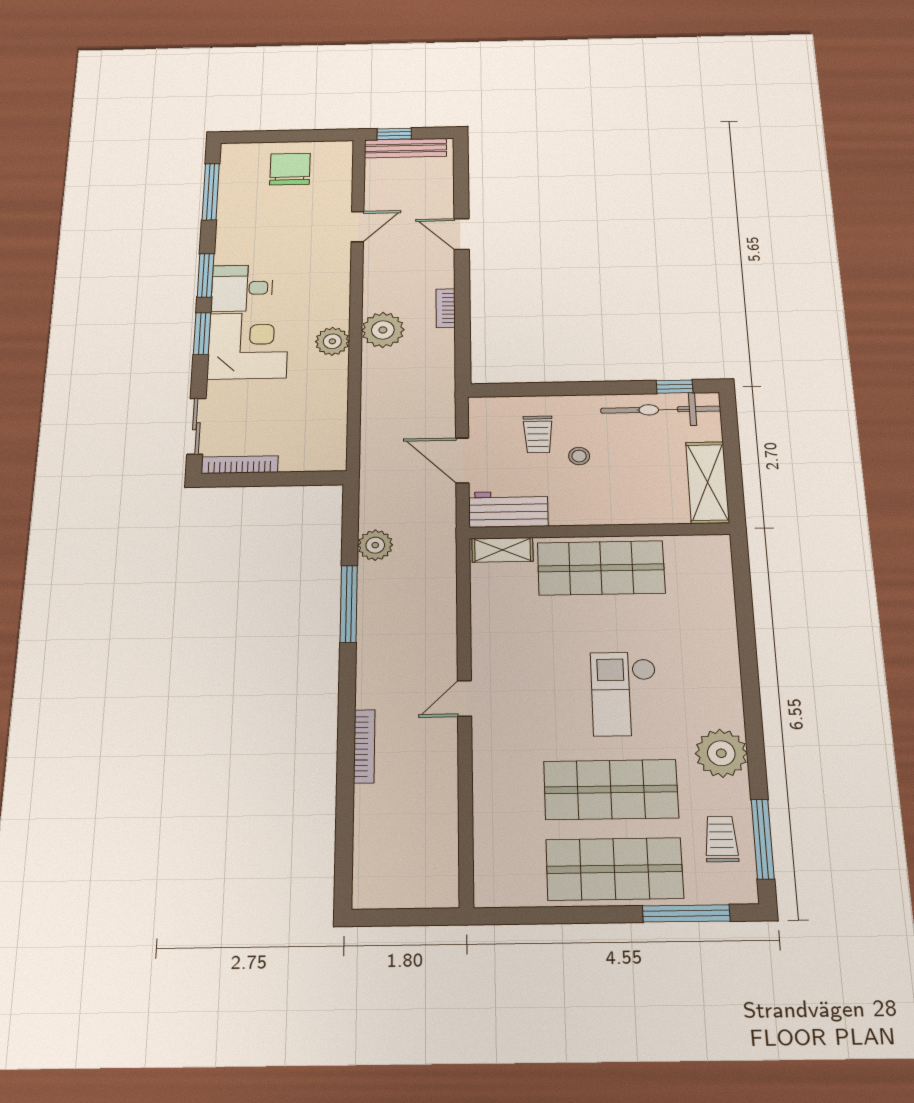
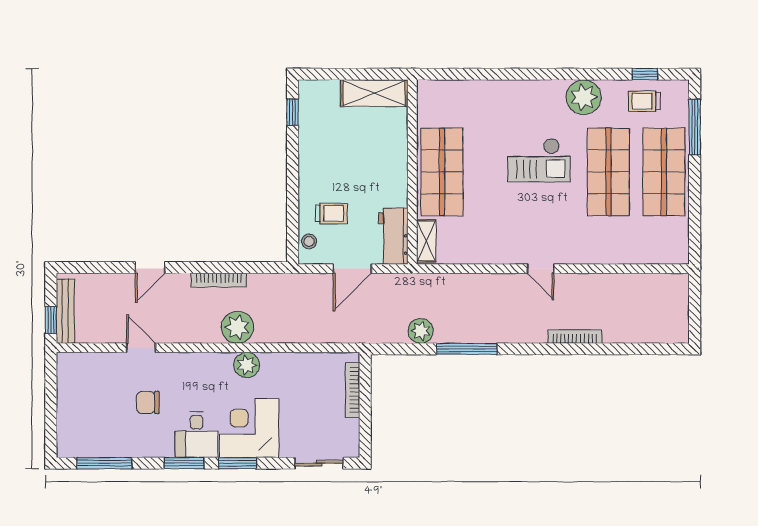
chair: (290, 169) -> (148, 402), moved, width x0.73, depth x0.73
bookcase: (446, 308) -> (219, 280), width x1.56
bicycle: (661, 410) -> (312, 123), removed
stool: (579, 456) -> (309, 241), moved
bookcase: (240, 465) -> (352, 390), moved
window: (763, 839) -> (645, 74), width x0.46

